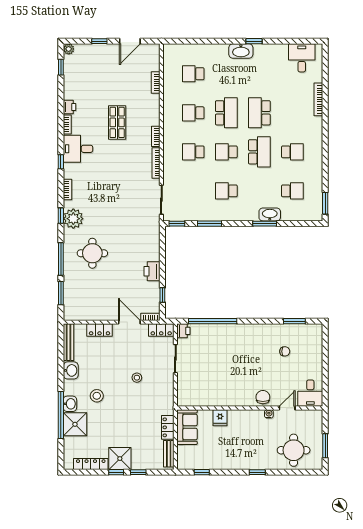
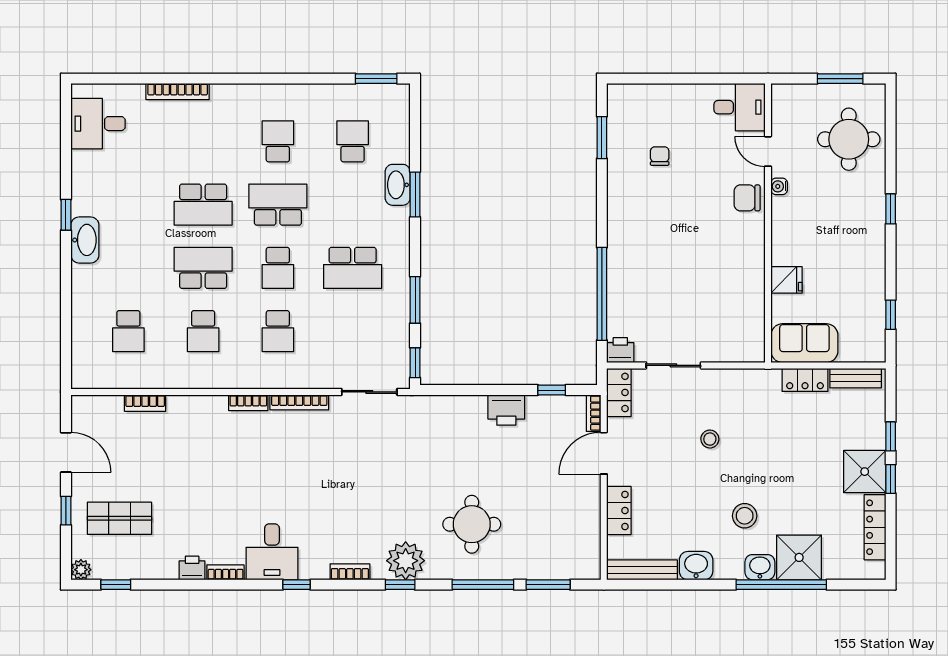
shop shelf: (117, 122) -> (119, 518), moved
school desk: (226, 191) -> (353, 268), width x1.85

